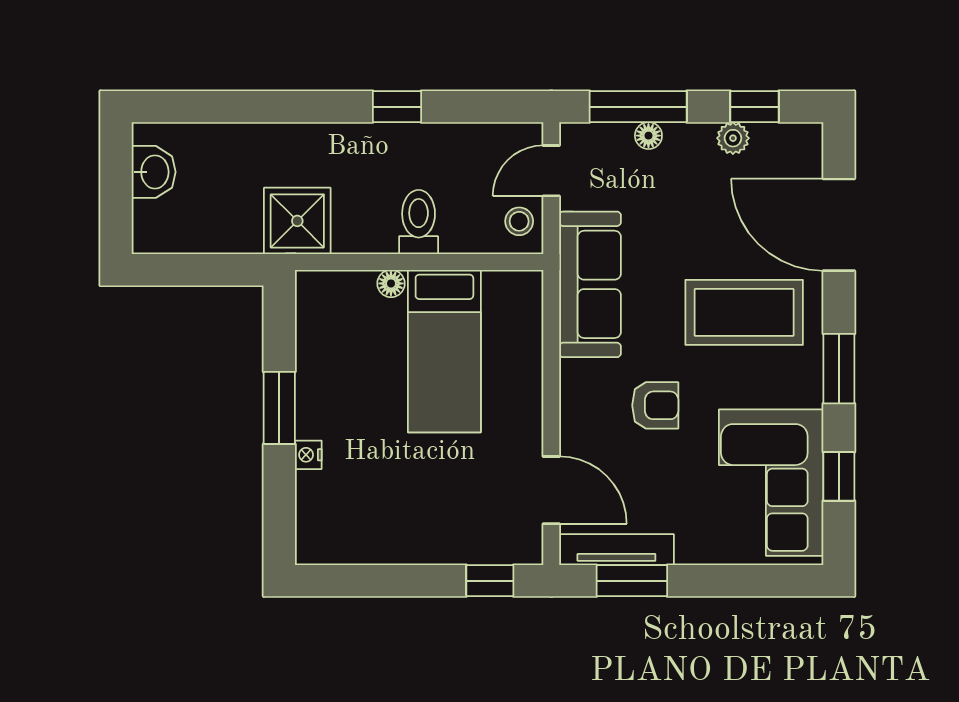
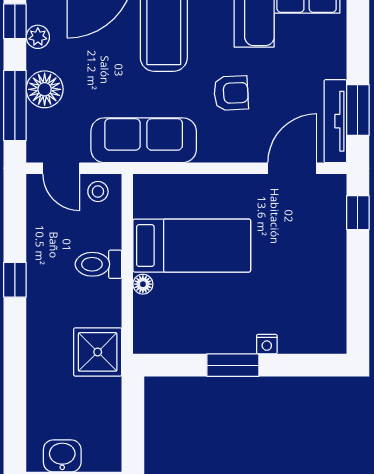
floor lamp: (648, 136) -> (45, 89), width x1.89, depth x1.89
armchair: (655, 405) -> (231, 93), turned 87

